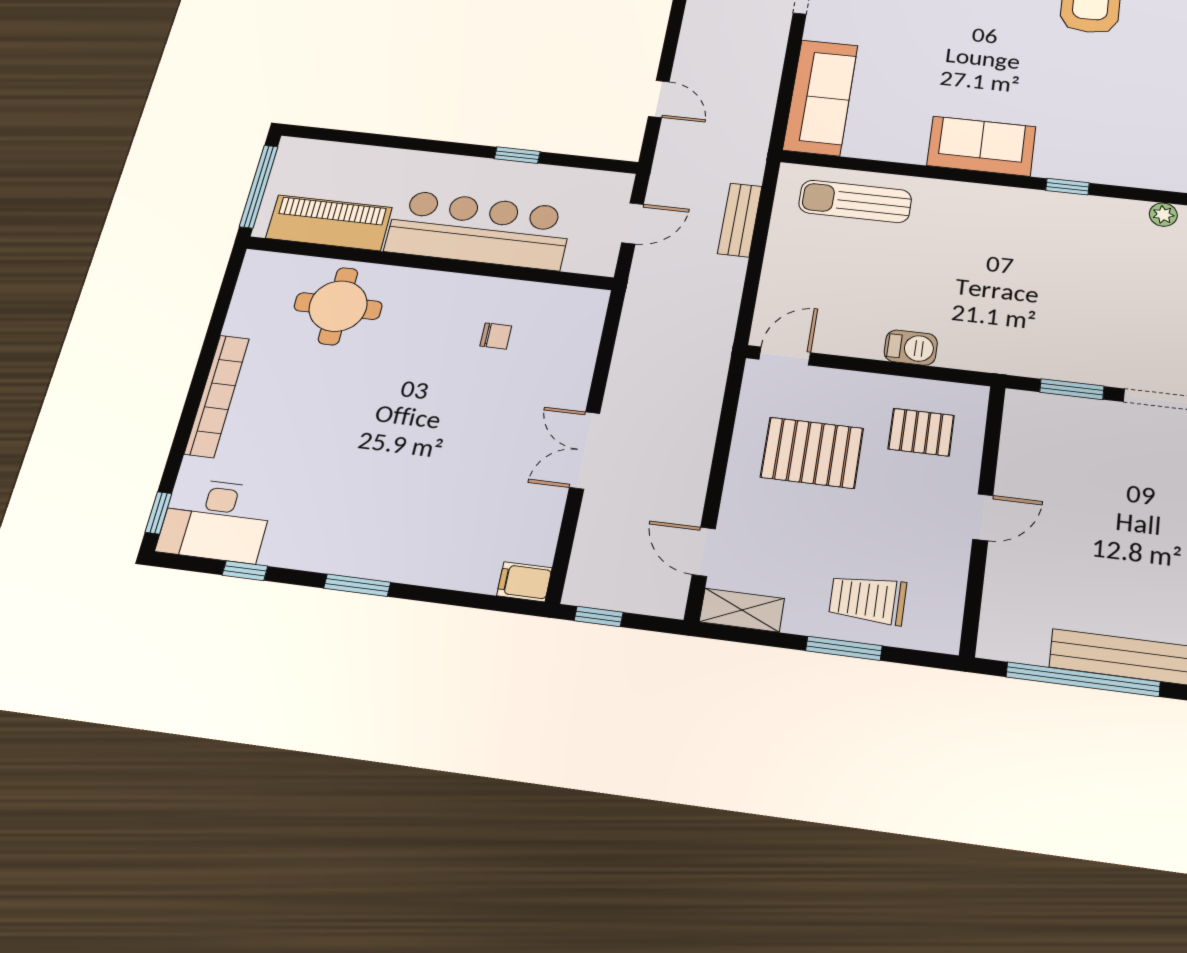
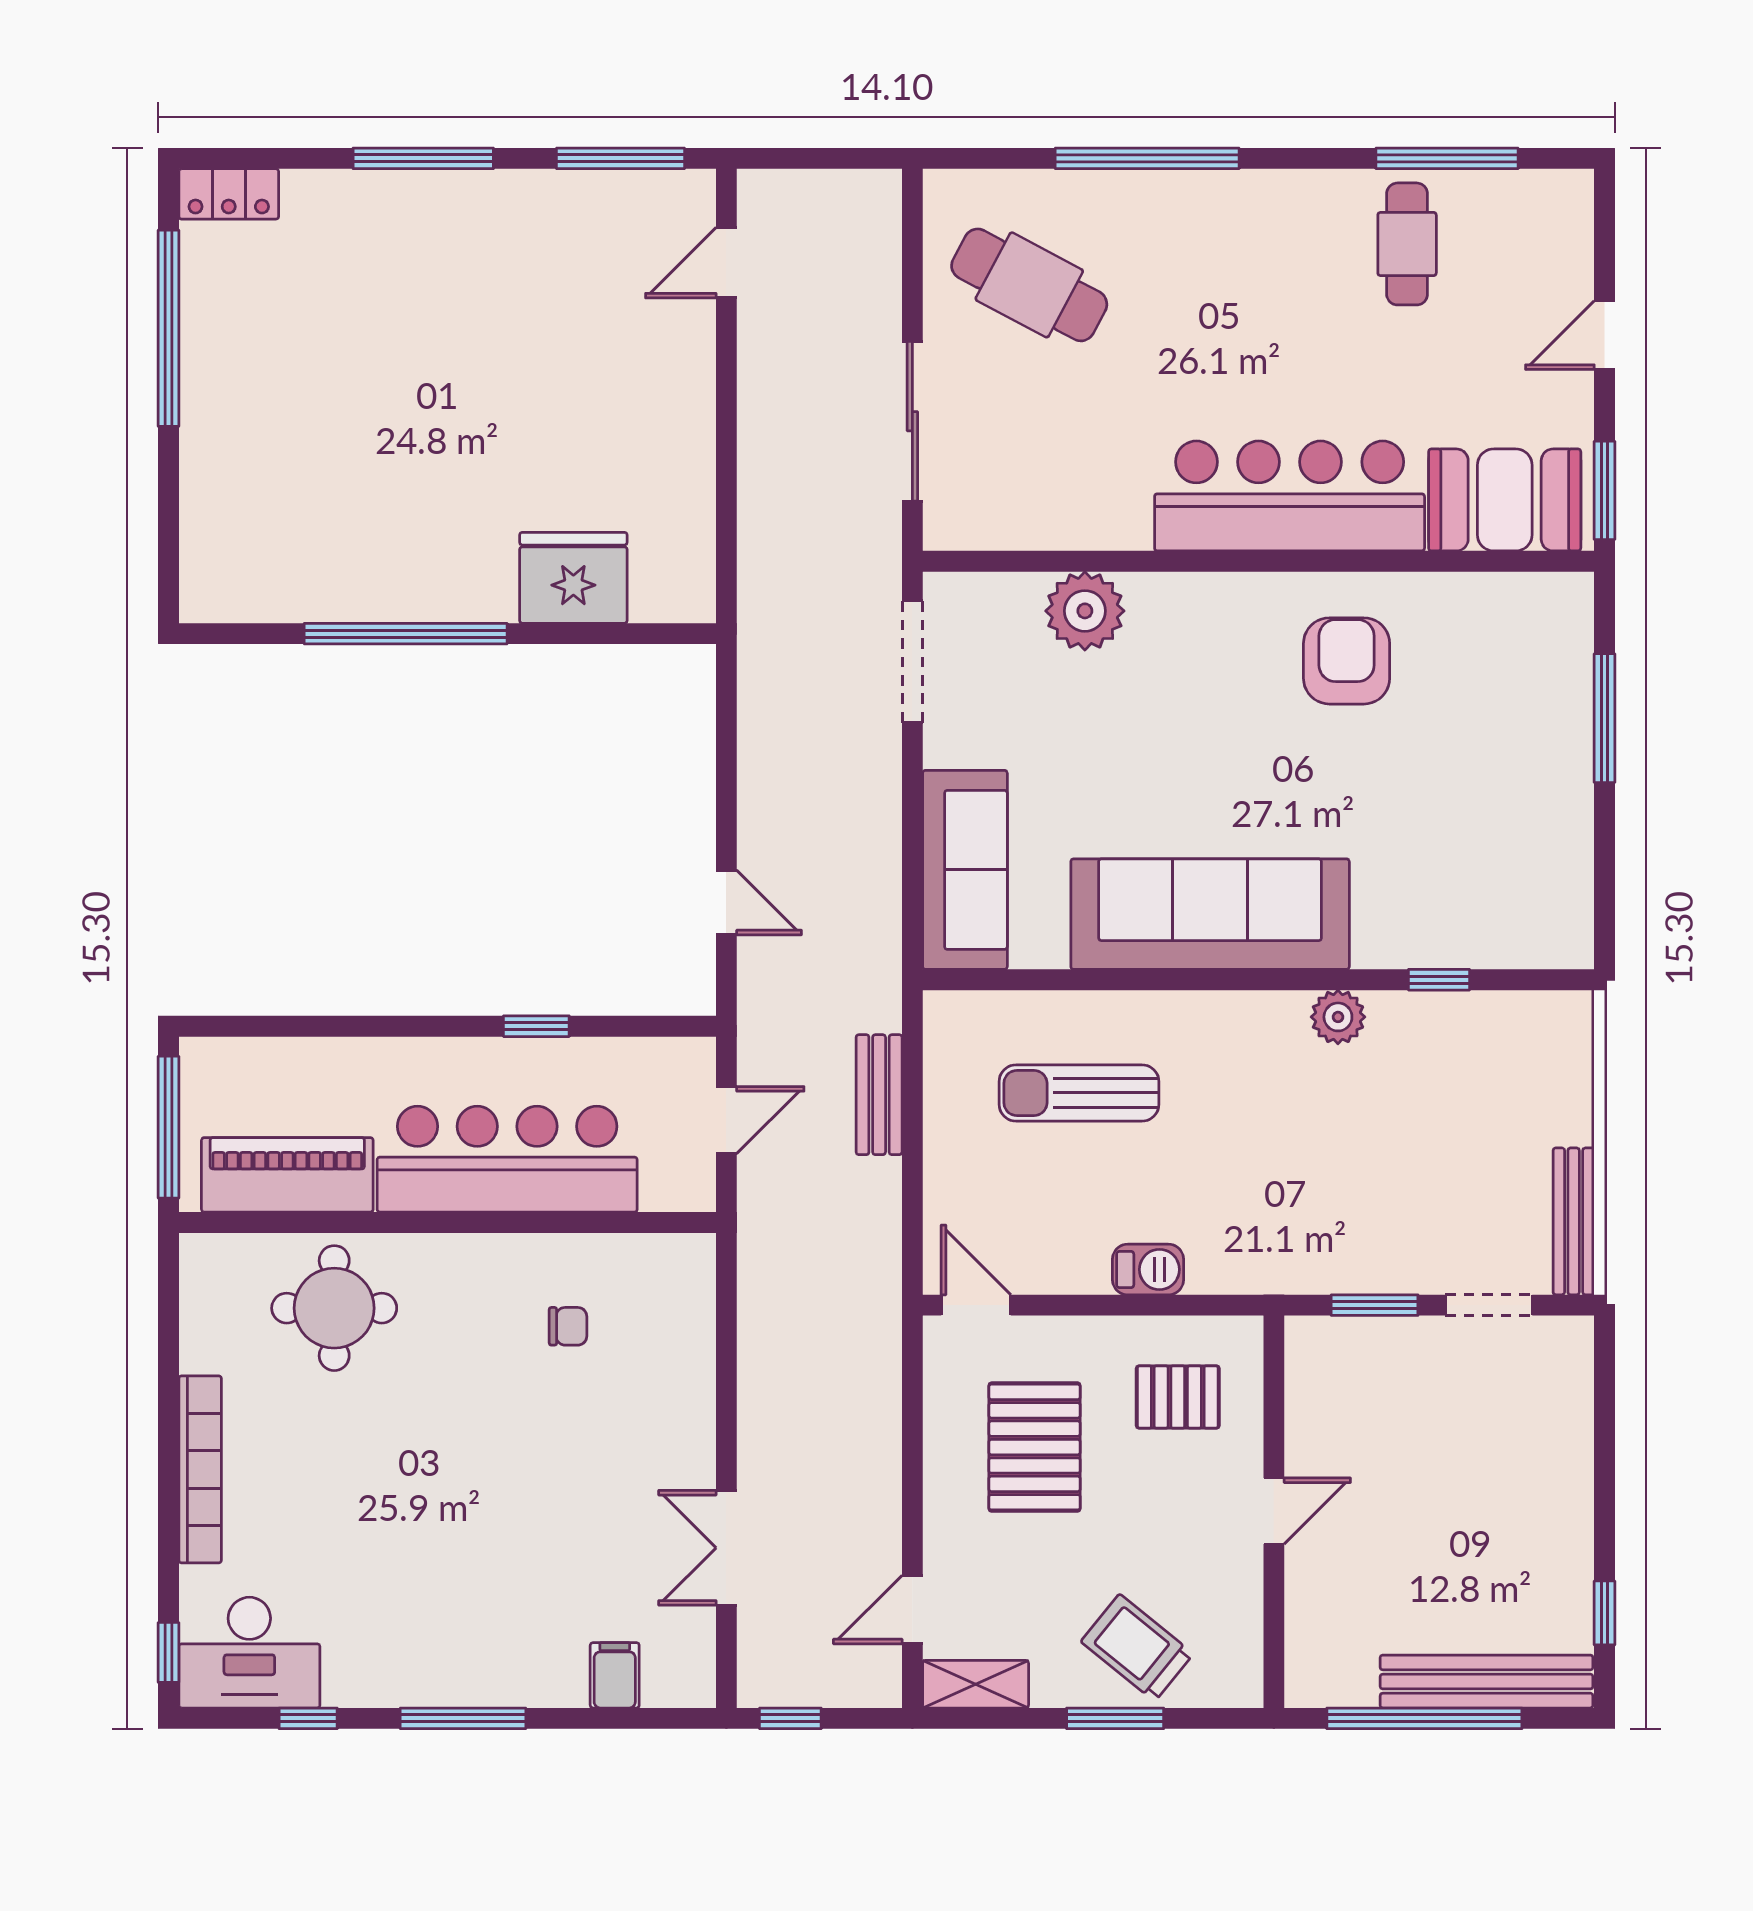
sofa: (981, 146) -> (1210, 914), width x1.85, depth x1.27
window: (1067, 187) -> (1439, 980), moved
sun lounger: (855, 201) -> (1079, 1093), moved
plant: (1163, 215) -> (1338, 1017), moved, width x1.38, depth x1.38
door: (785, 356) -> (976, 1305), hinge flipped
double door: (585, 450) -> (726, 1548), moved
pallet: (812, 453) -> (1035, 1447), turned 90
door: (704, 552) -> (912, 1610), hinge flipped
filing cabinet: (524, 582) -> (615, 1675), moved, turned 90
window: (357, 585) -> (463, 1718), width x1.44
trolley: (868, 600) -> (1137, 1648), turned 39

